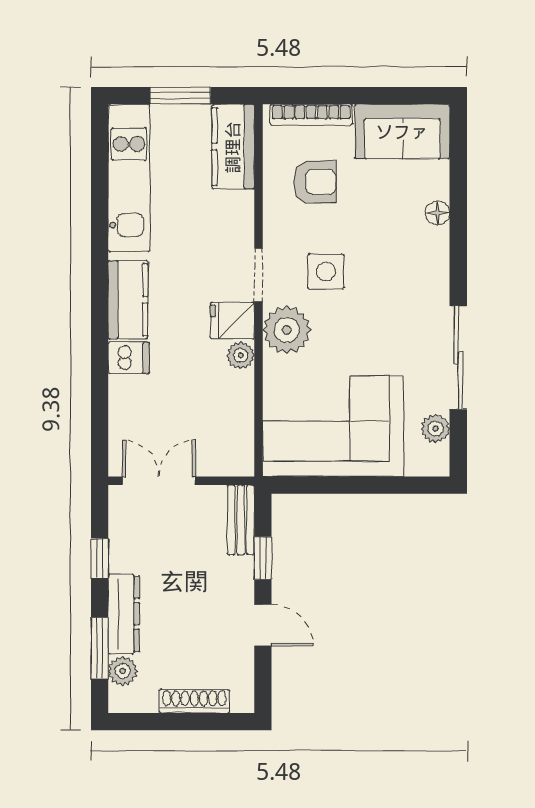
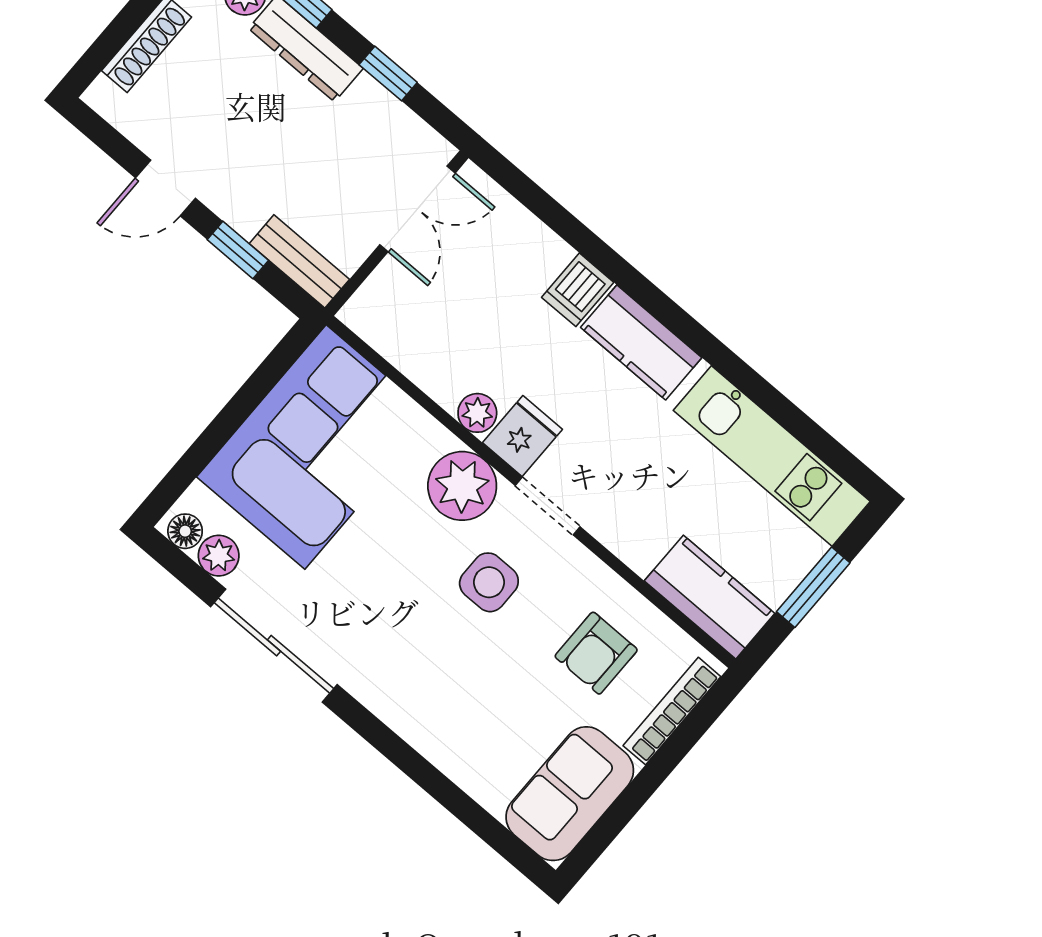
floor lamp: (438, 213) -> (185, 531), moved

